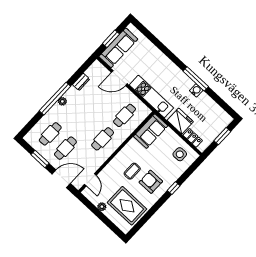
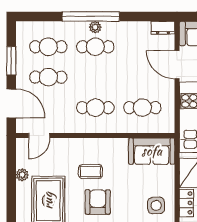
dresser: (81, 82) -> (163, 28), moved
cafe table: (72, 110) -> (95, 47), added

